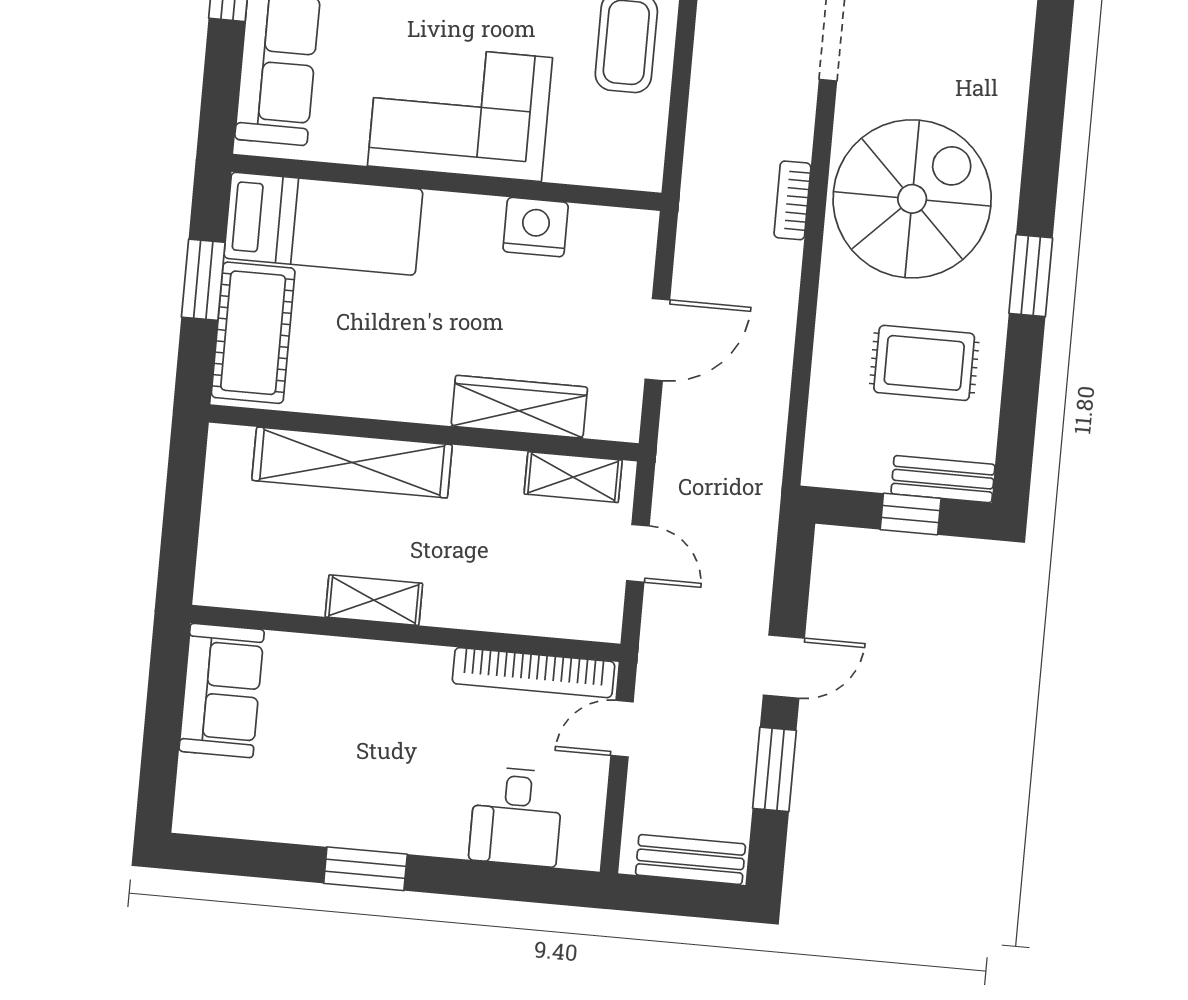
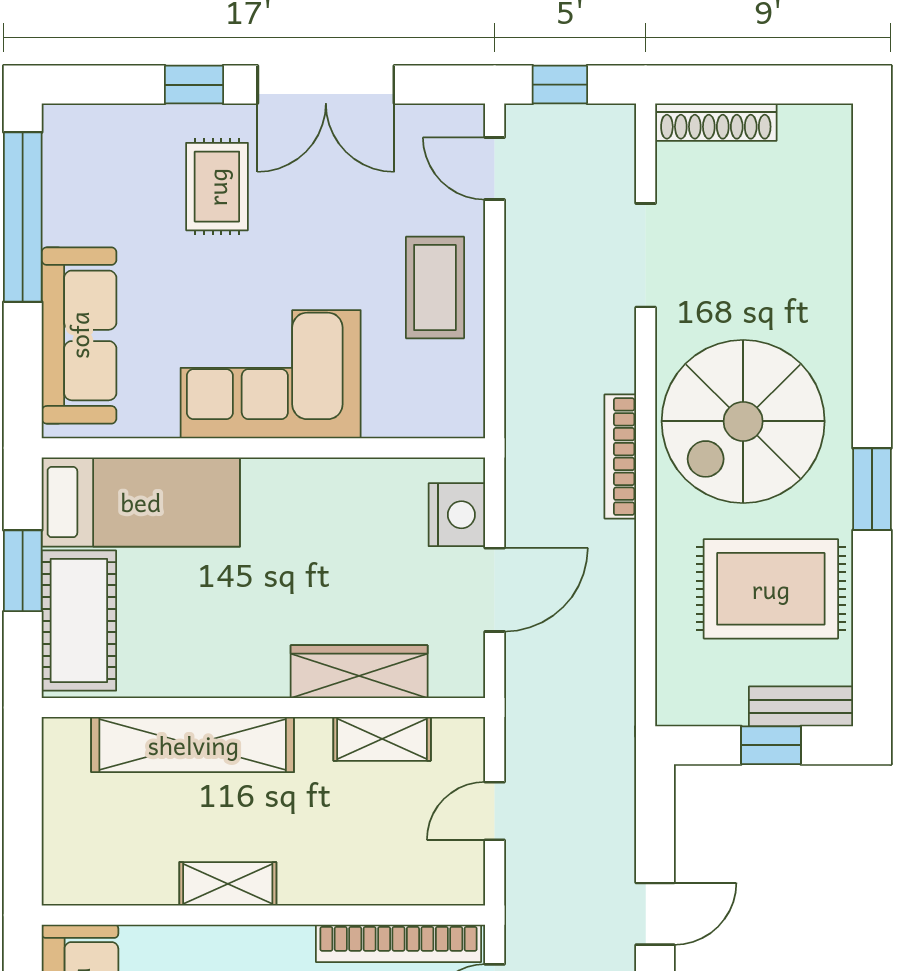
spiral stairs: (912, 199) -> (743, 421), turned 180
bookcase: (792, 200) -> (620, 457), width x1.56
nightstand: (536, 227) -> (457, 515), moved, turned 90
rug: (924, 363) -> (771, 589), width x1.36, depth x1.43
shelving: (573, 477) -> (382, 739), moved
door: (638, 553) -> (495, 811), swing flipped

